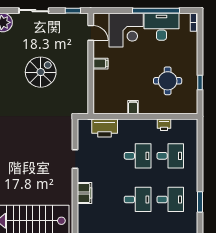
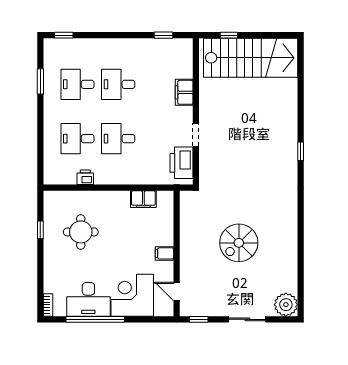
filing cabinet: (133, 107) -> (143, 199), moved, width x2.00
printer: (105, 128) -> (182, 163), moved, turned -90

